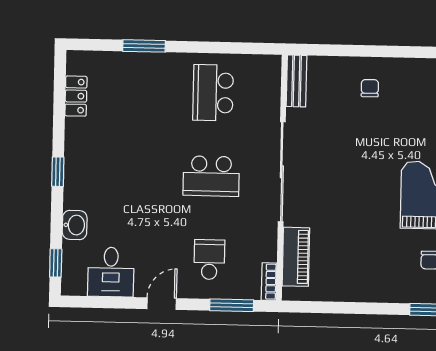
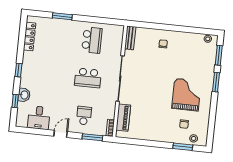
school desk: (213, 93) -> (92, 40), turned 180
locker: (76, 96) -> (30, 36), width x1.53
window: (56, 263) -> (15, 101), moved

